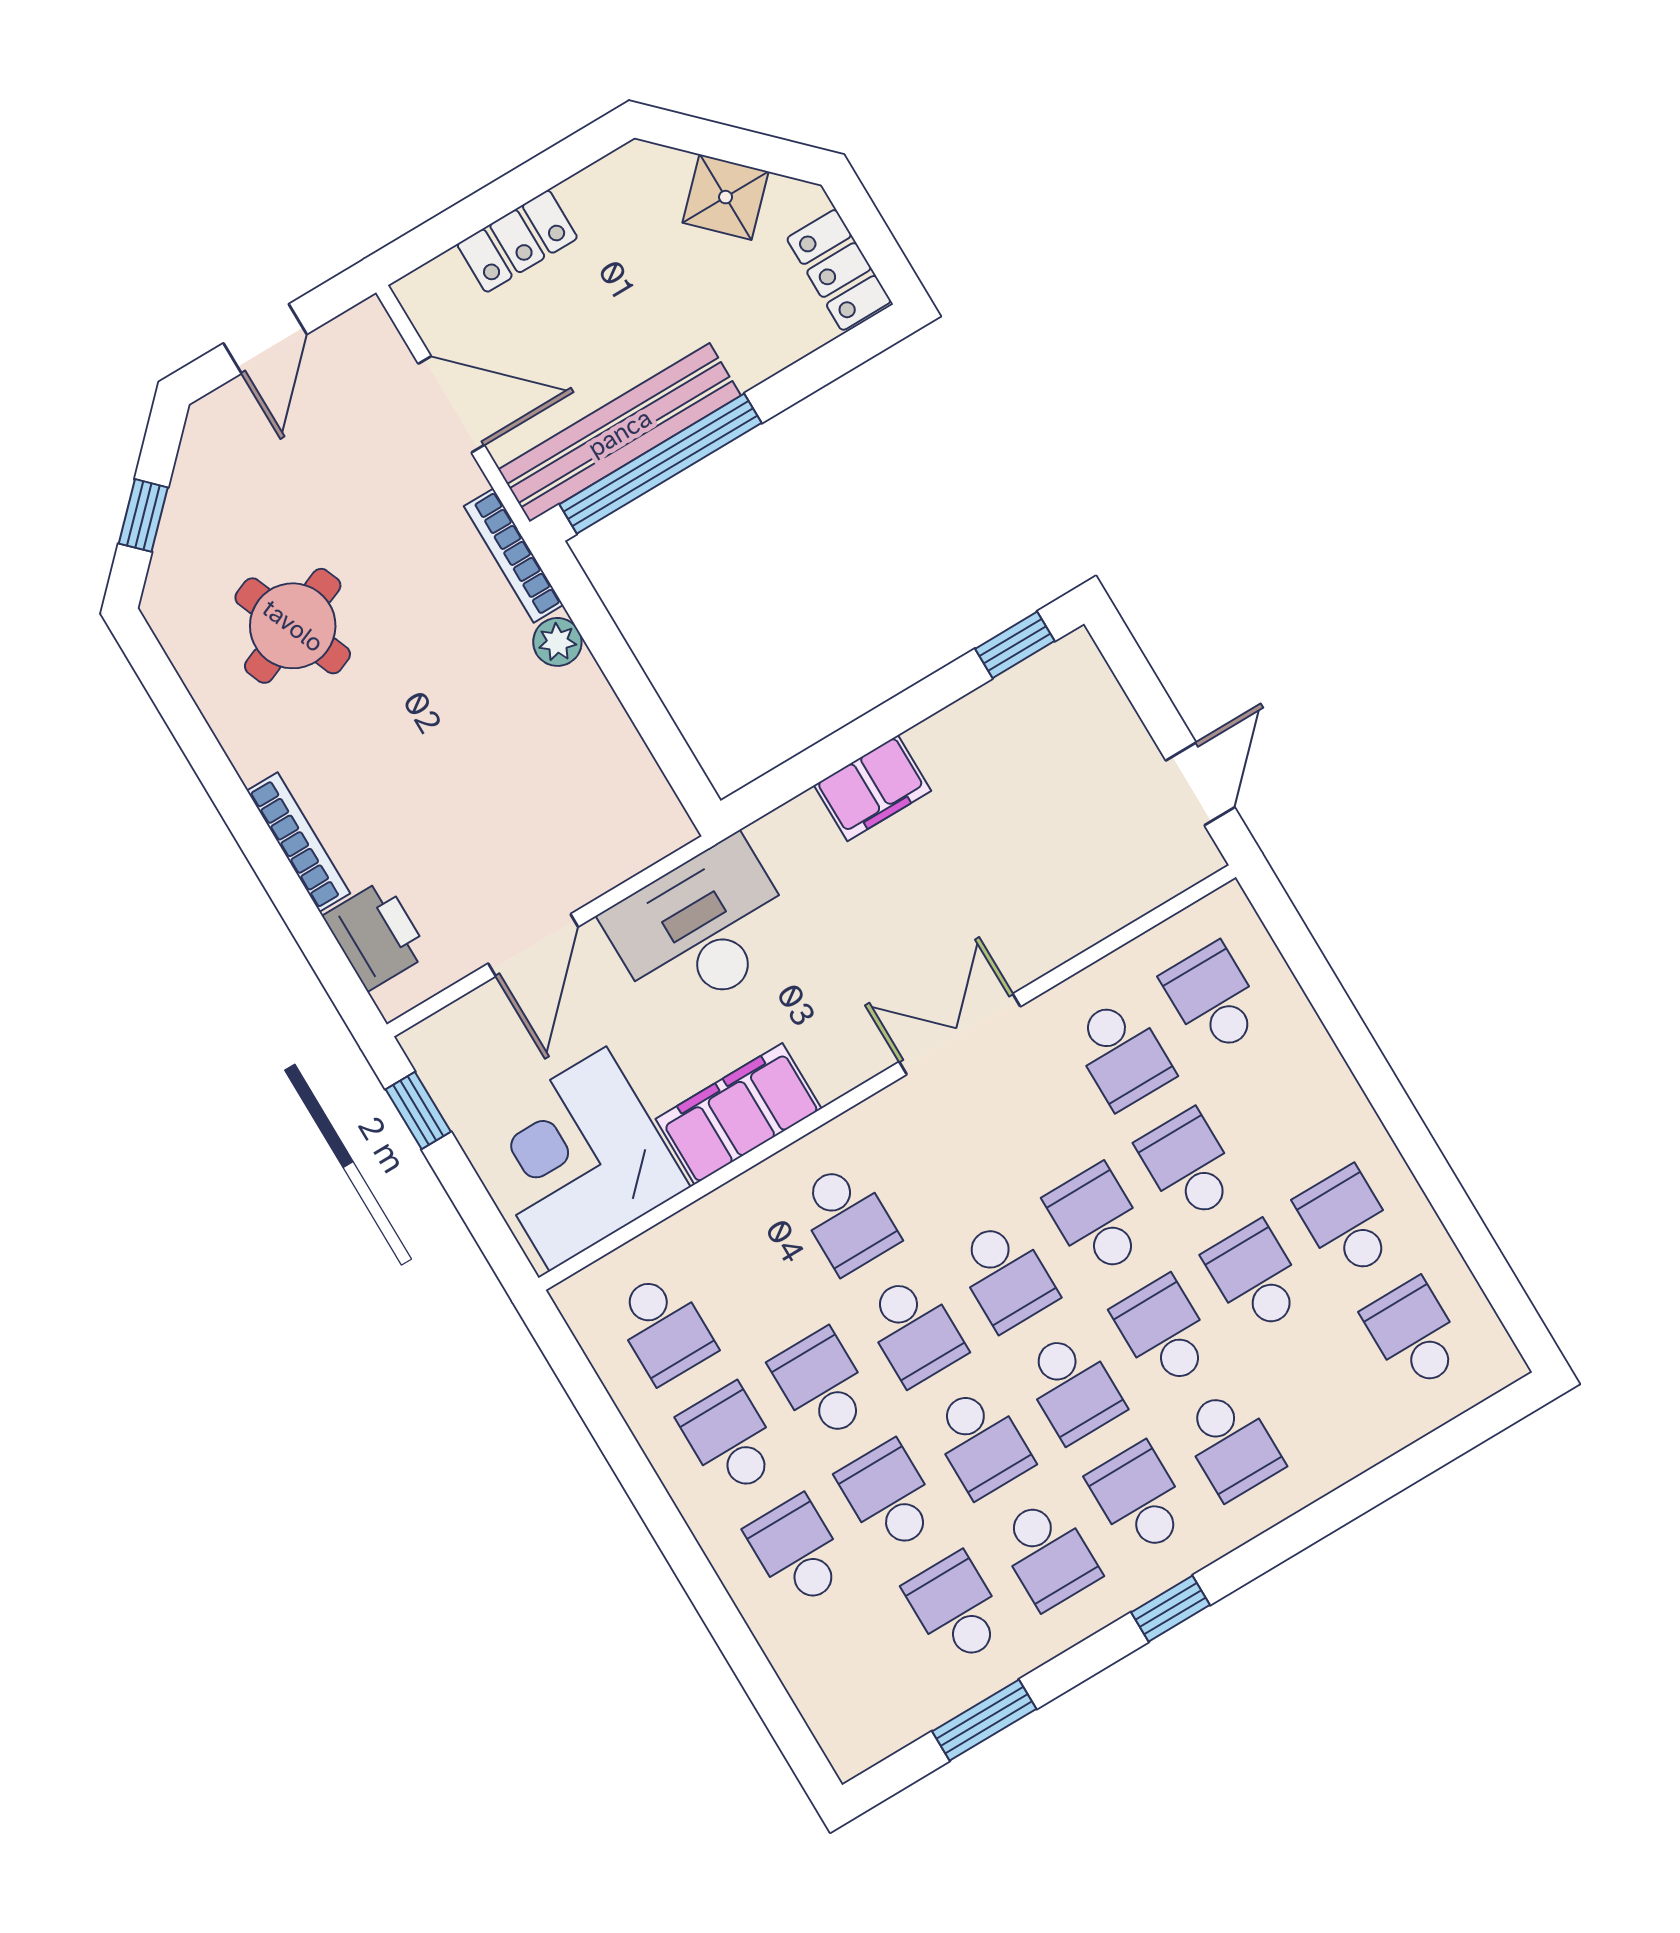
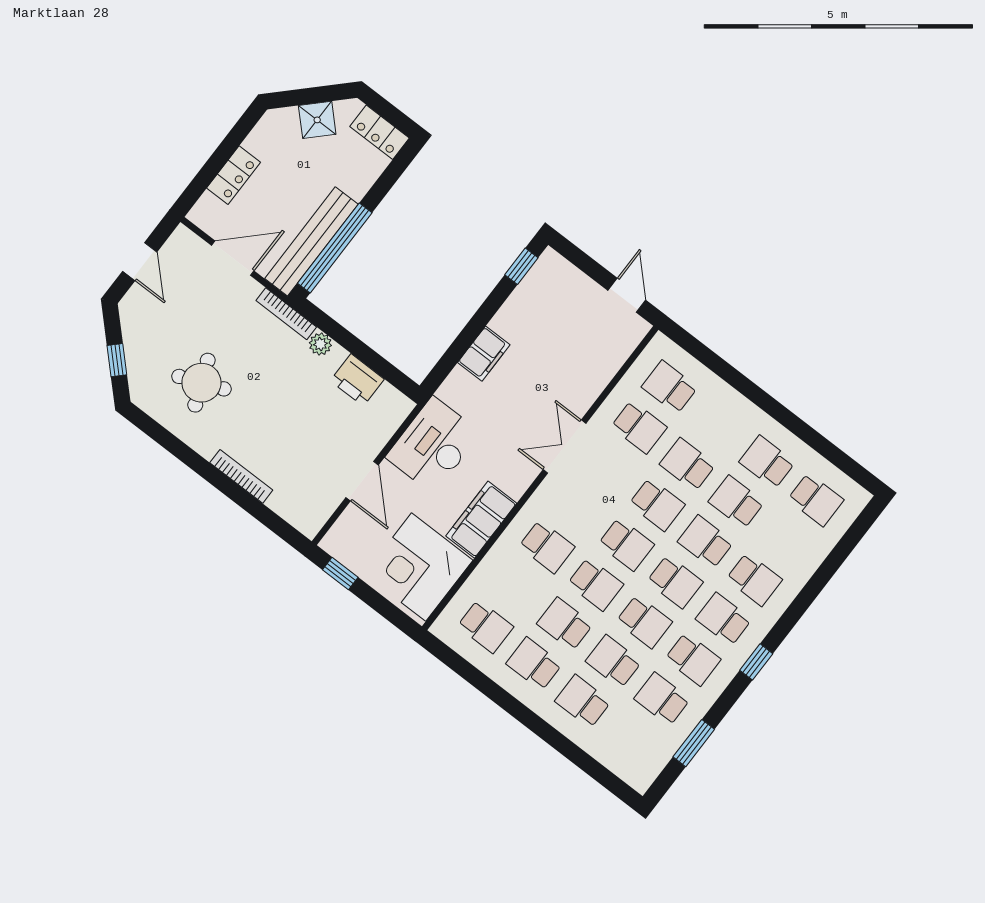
printer: (376, 935) -> (357, 380), moved, turned 180
school desk: (1097, 1220) -> (657, 504), turned 180
school desk: (1414, 1334) -> (816, 500), turned 180

